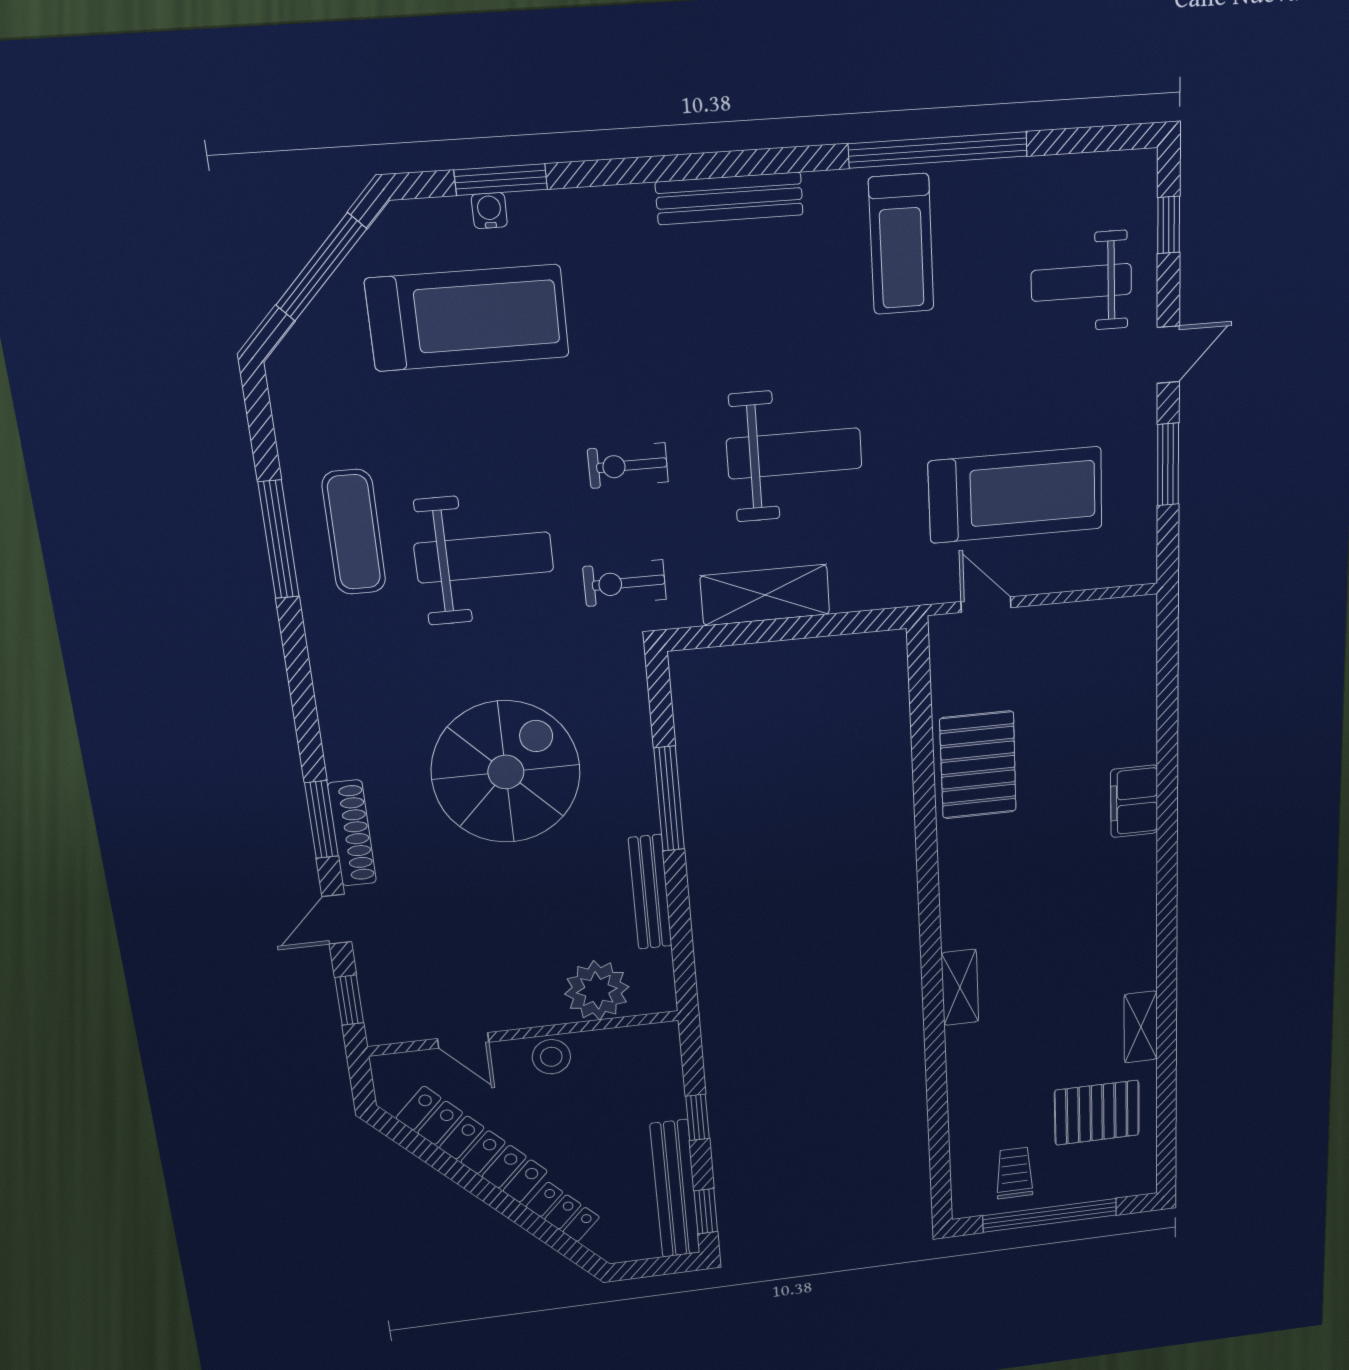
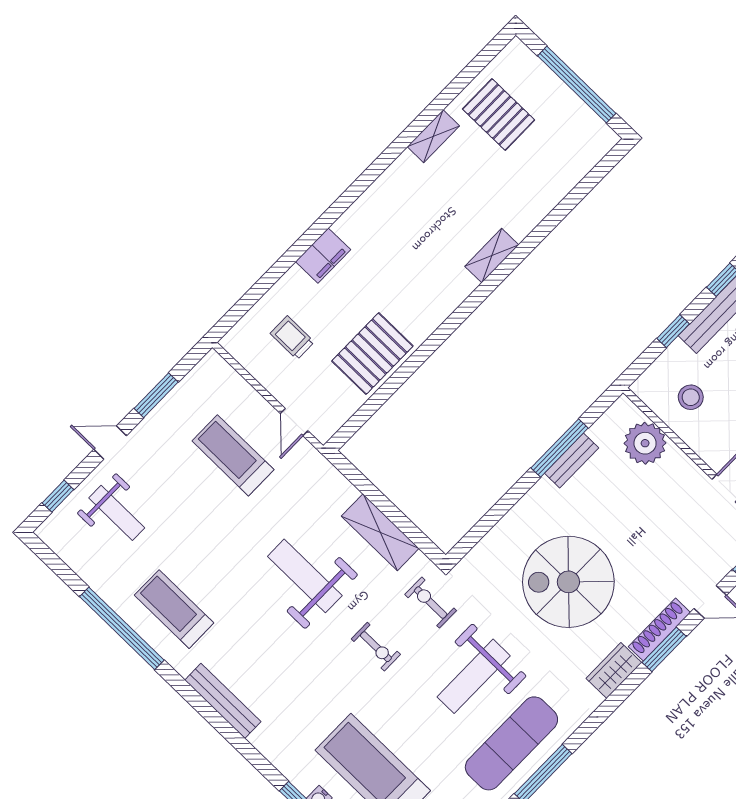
treadmill: (901, 244) -> (174, 609), turned -90
treadmill: (1016, 495) -> (233, 455), width x0.73, depth x0.73
exercise mat: (354, 532) -> (511, 743), width x1.36, depth x1.45
weight bench: (484, 557) -> (474, 676), turned -90
exercise bike: (625, 583) -> (431, 603), turned 180
wardrobe: (345, 738) -> (614, 671), added
window: (669, 799) -> (560, 448), moved
bench: (650, 892) -> (572, 461), width x0.73
stool: (551, 1057) -> (691, 397), moved
trolley: (1014, 1173) -> (292, 338), moved, turned 90

